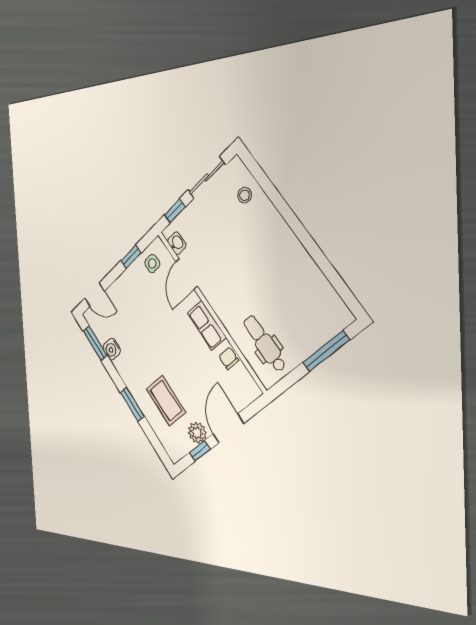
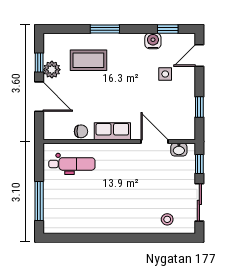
side table: (152, 263) -> (165, 74), moved
window: (95, 343) -> (168, 29), width x0.67

